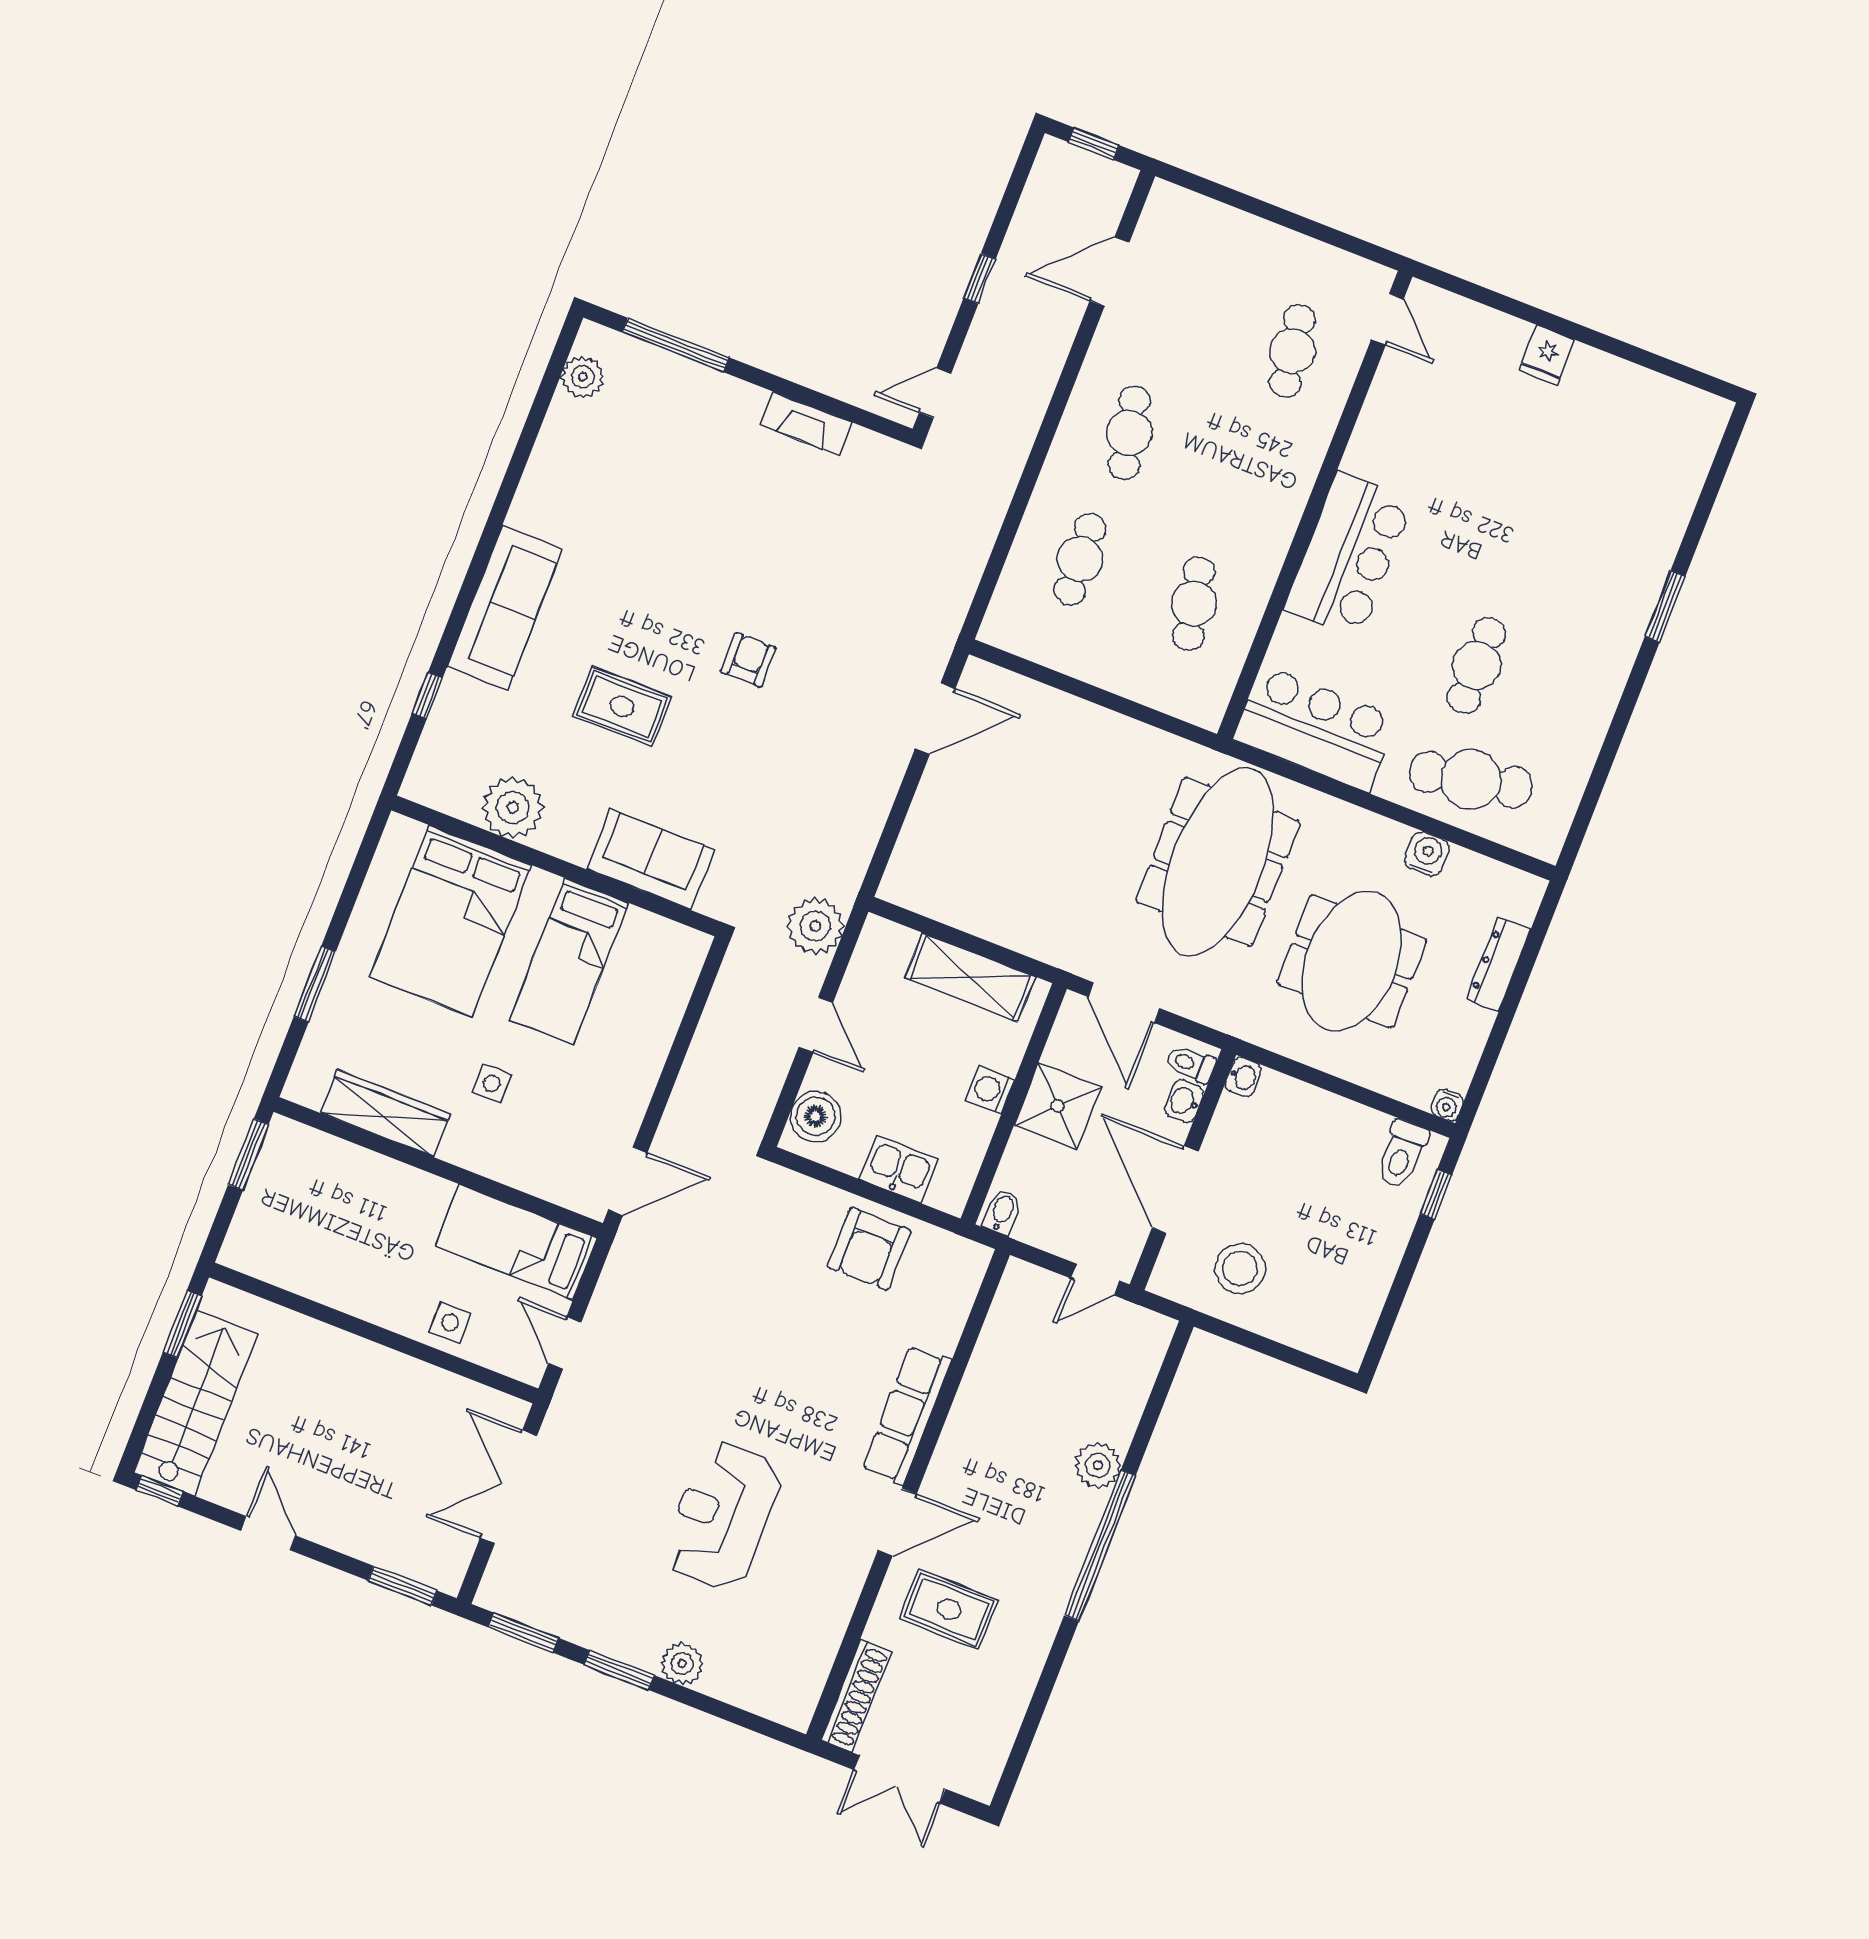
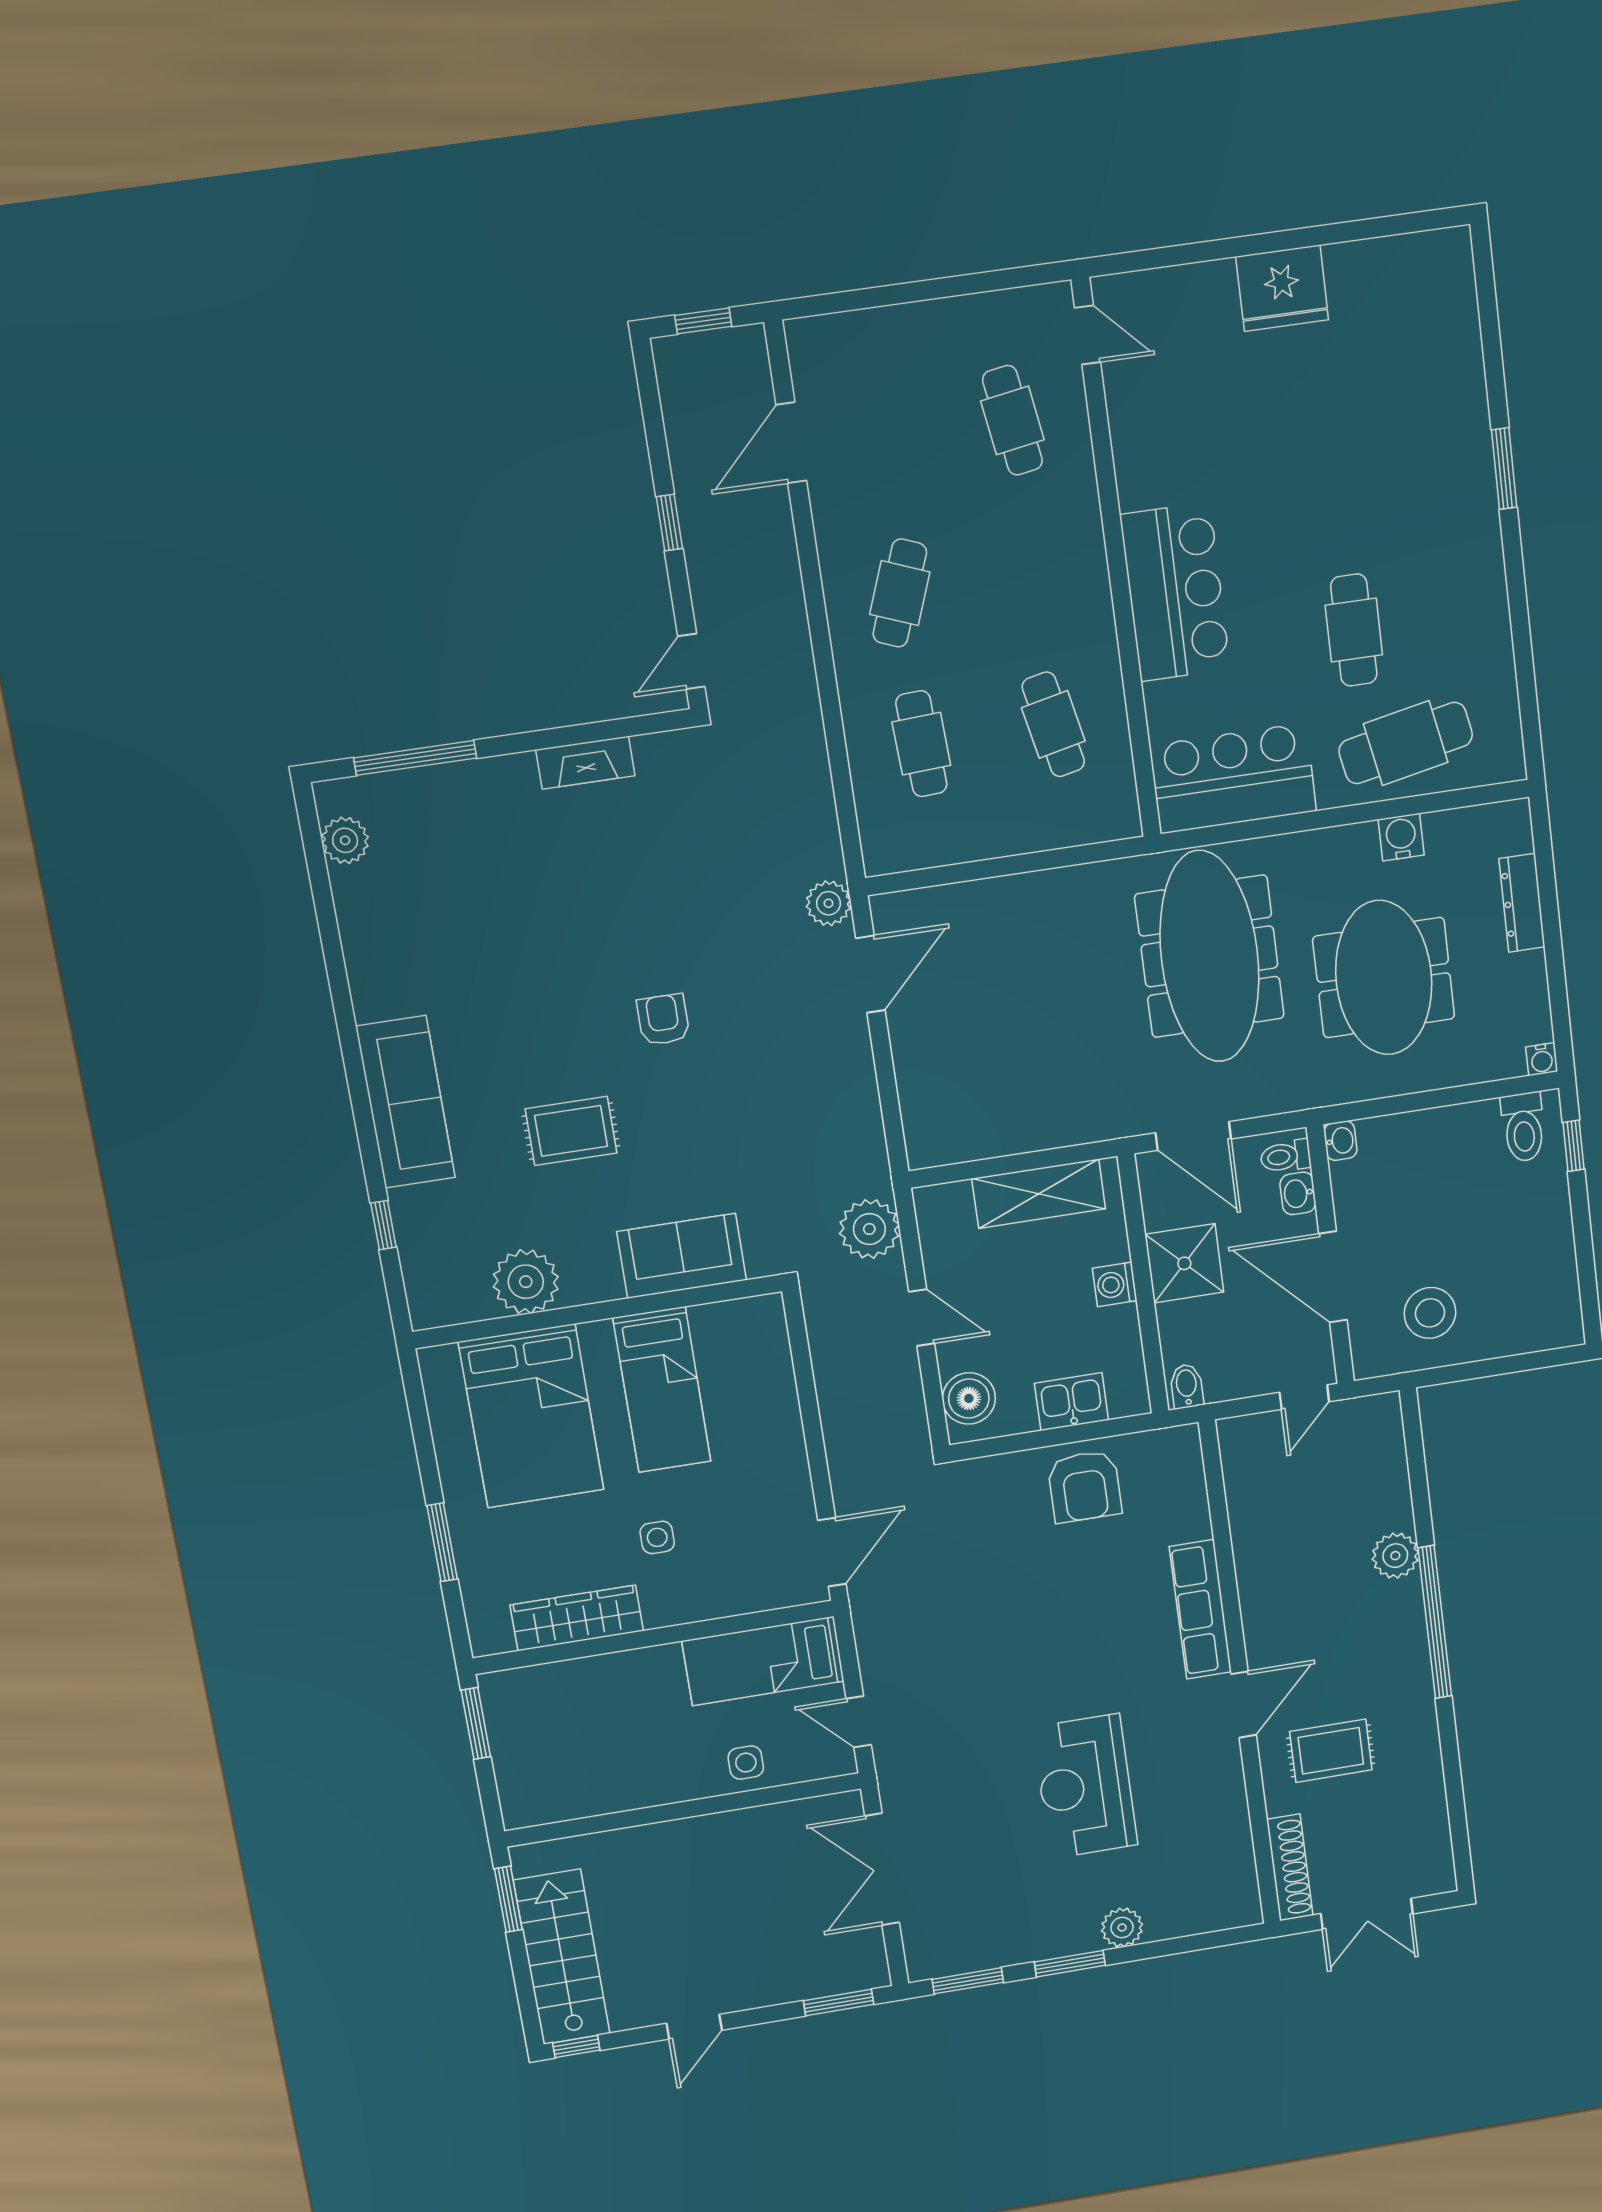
fridge: (1547, 355) -> (1282, 288), width x1.88, depth x1.34
cafe table: (1129, 433) -> (900, 593), turned 33
plant: (934, 643) -> (828, 903), added
door: (268, 1533) -> (694, 2027), swing flipped

